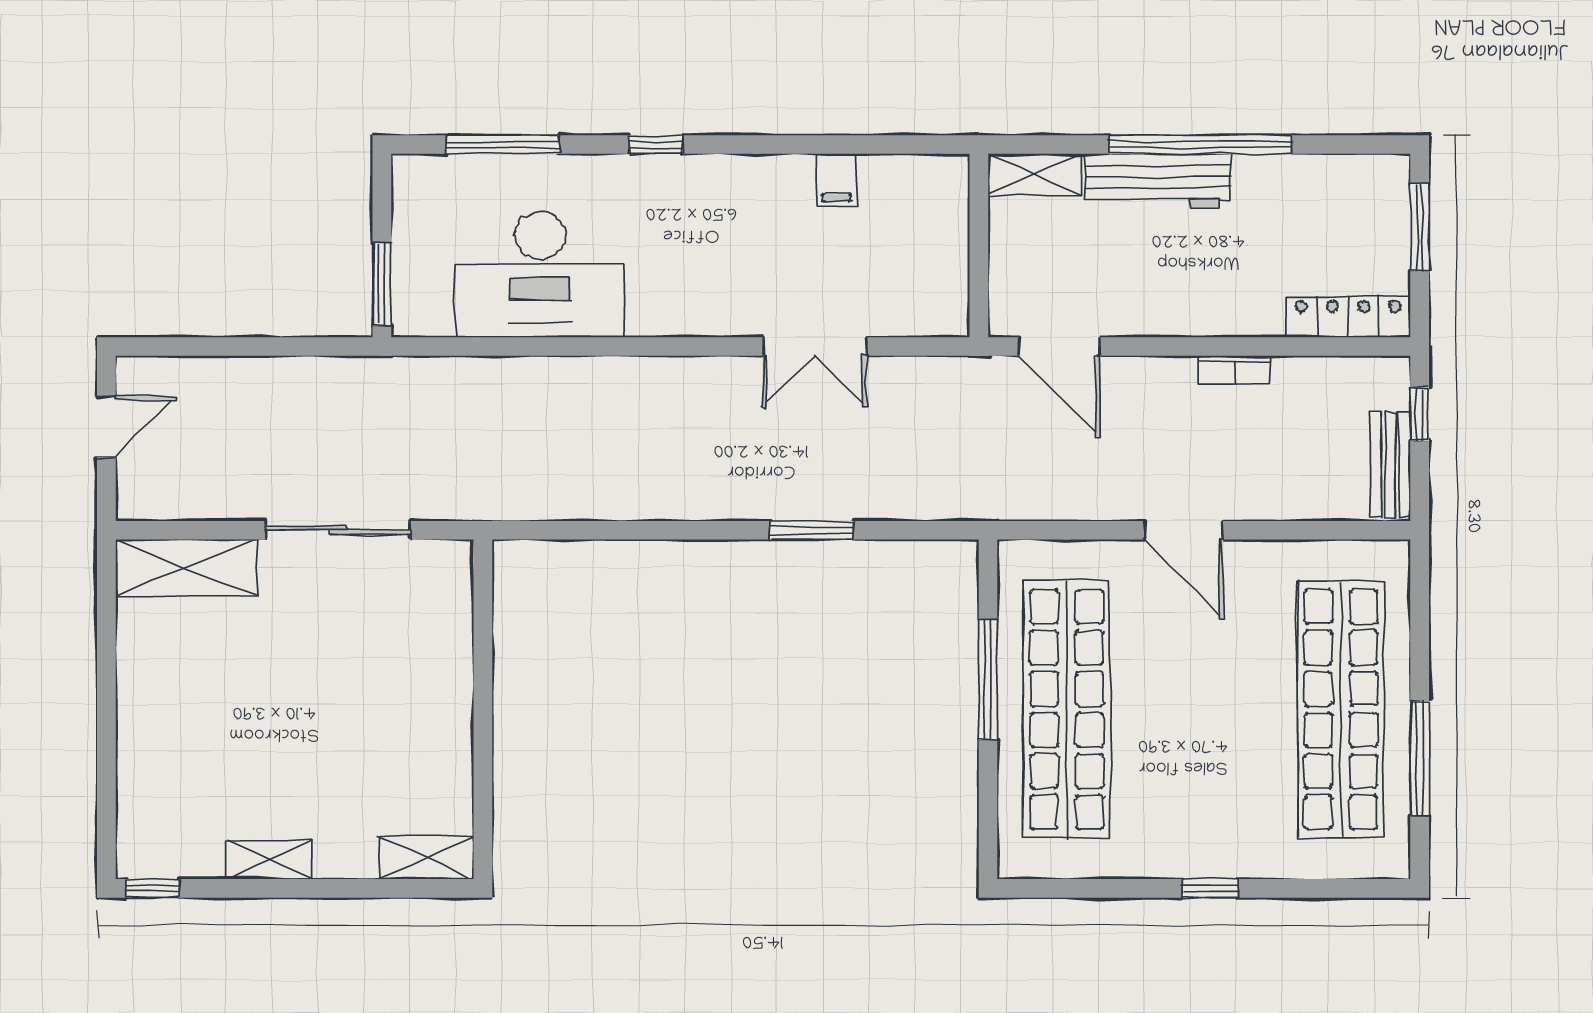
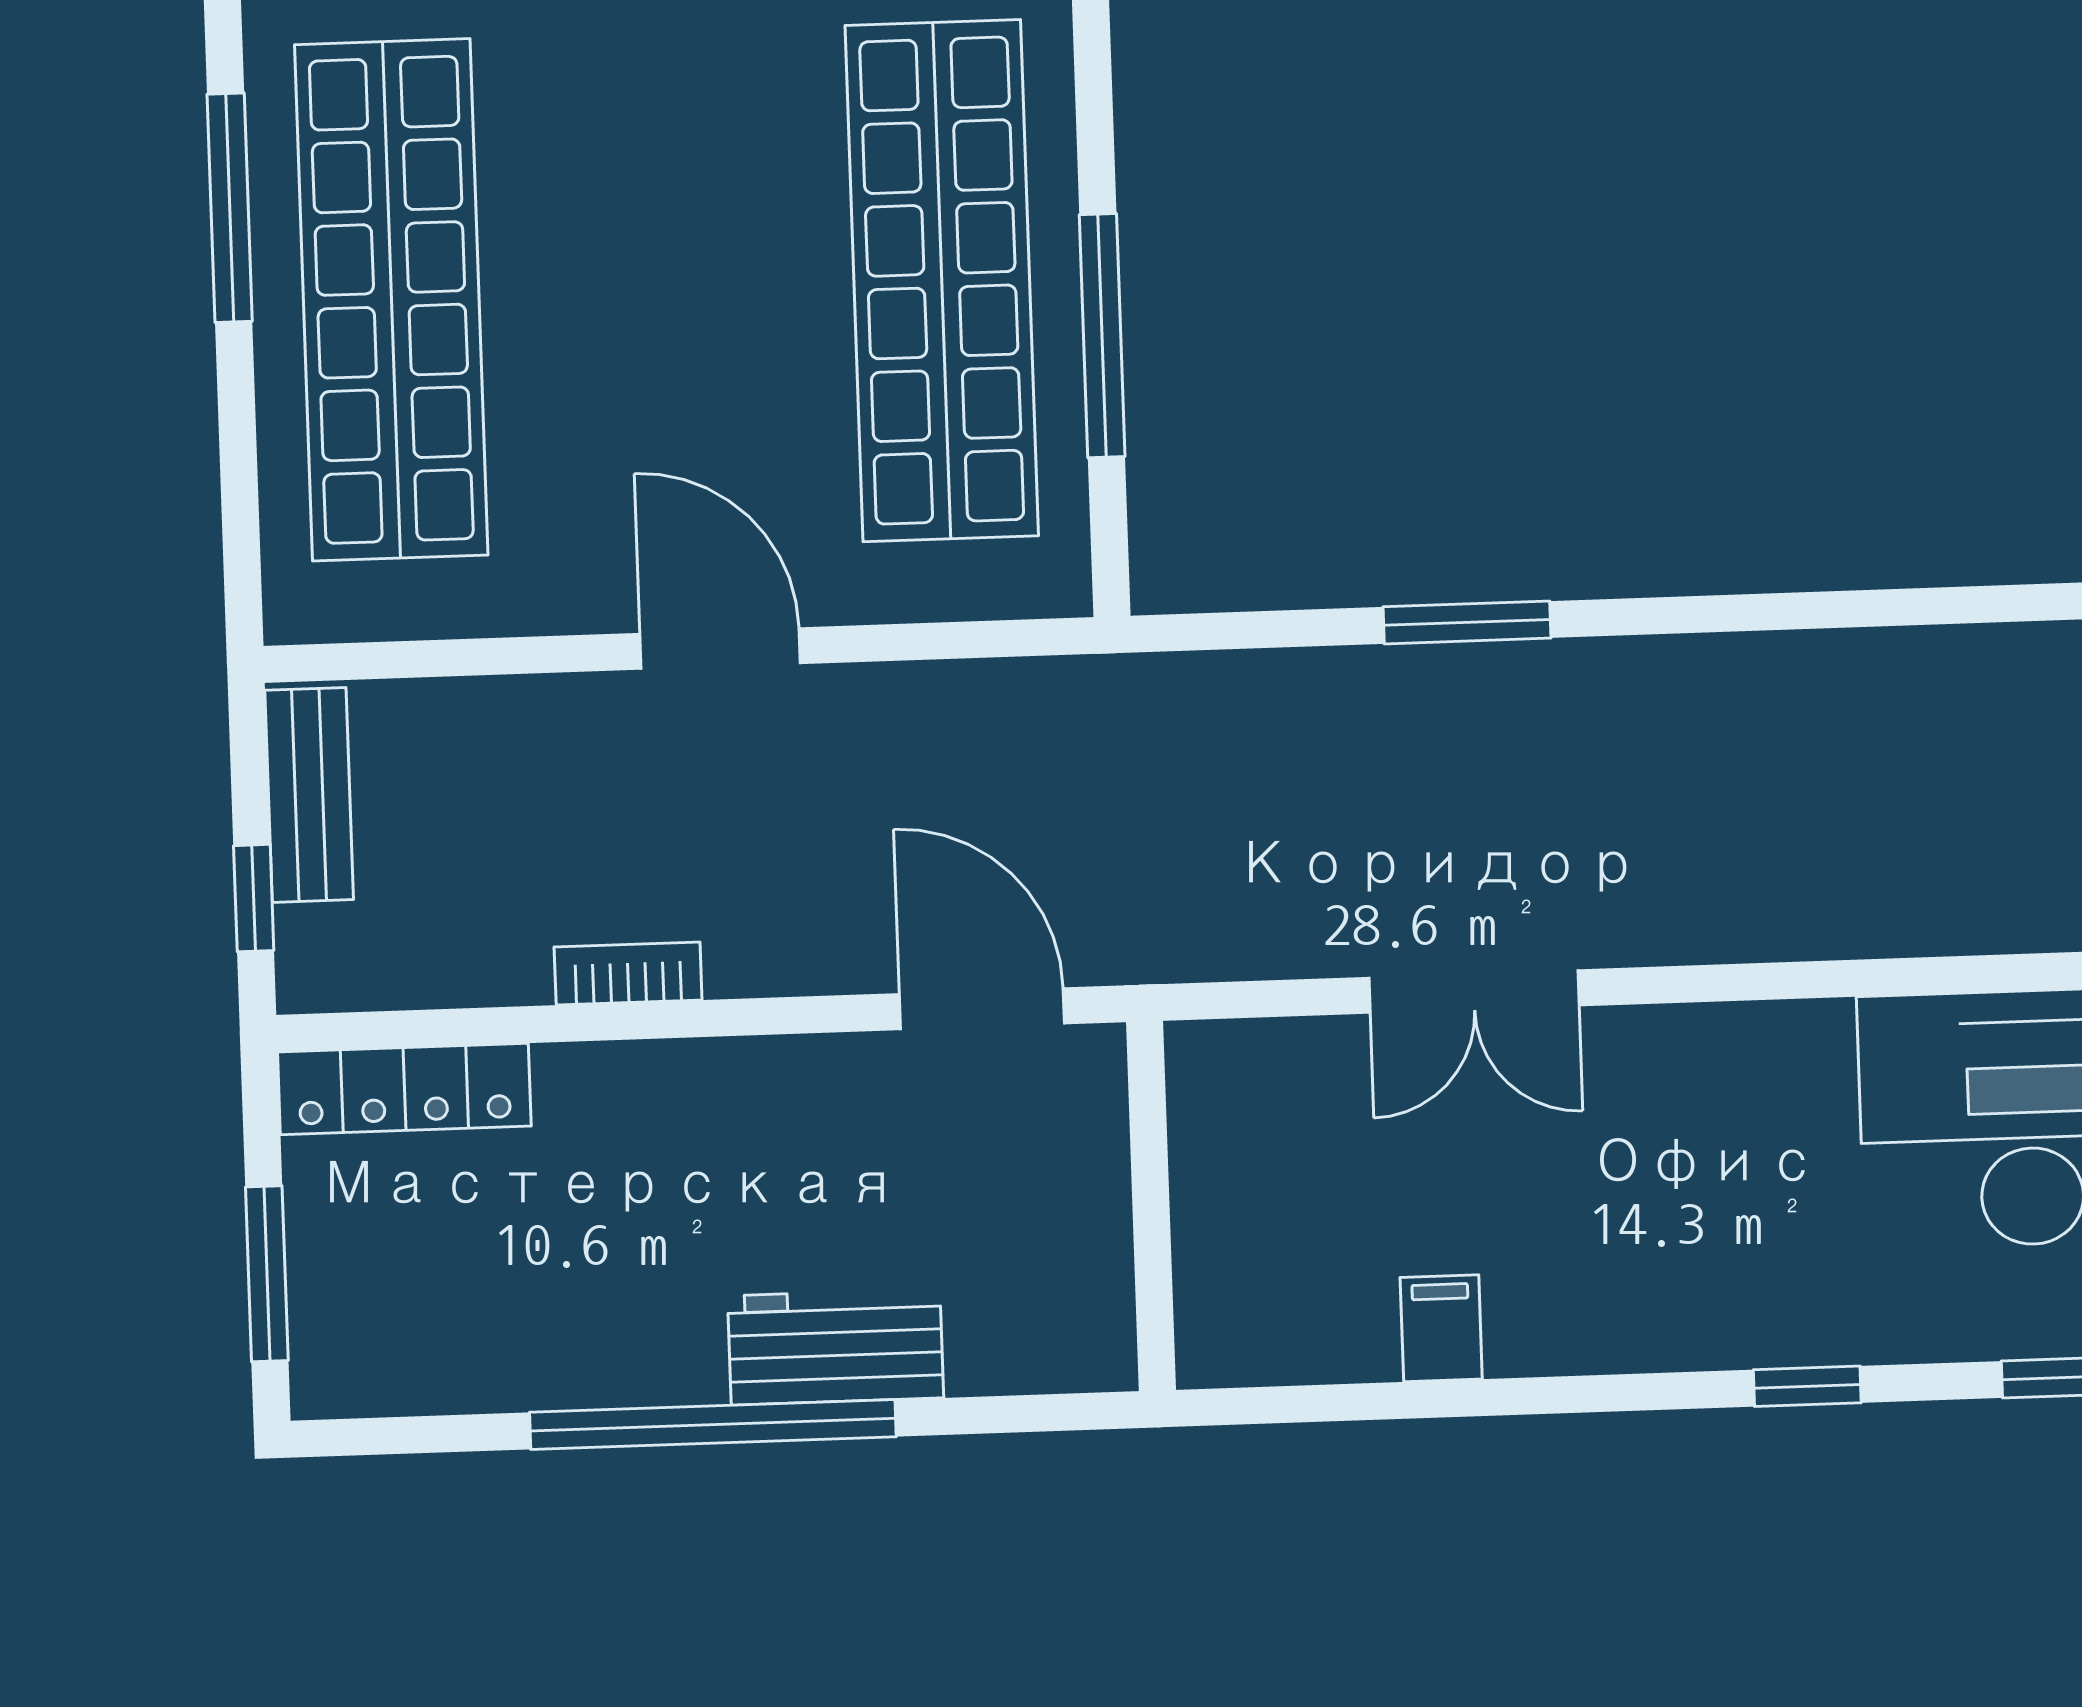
shelving: (1035, 175) -> (1044, 1352), removed
workbench: (1158, 181) -> (836, 1347), width x0.73
double door: (815, 347) -> (1474, 992), swing flipped

